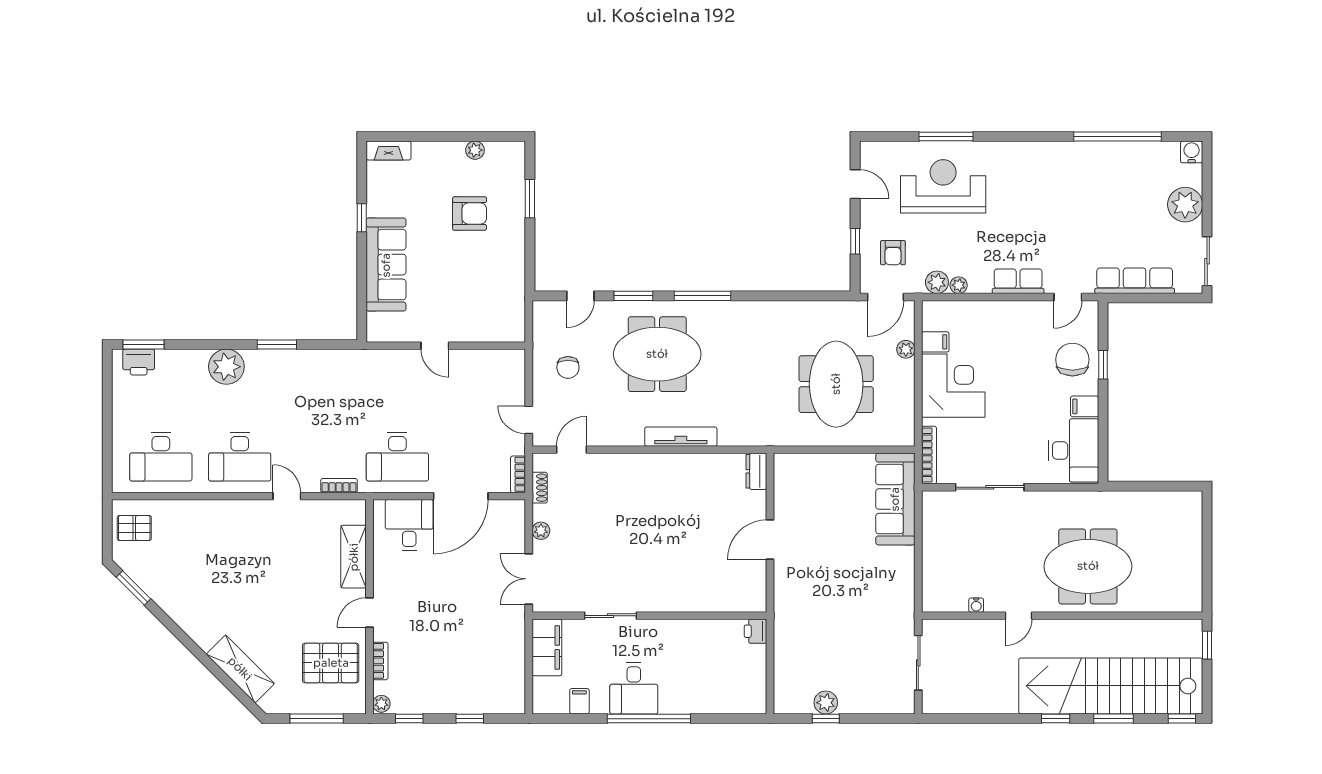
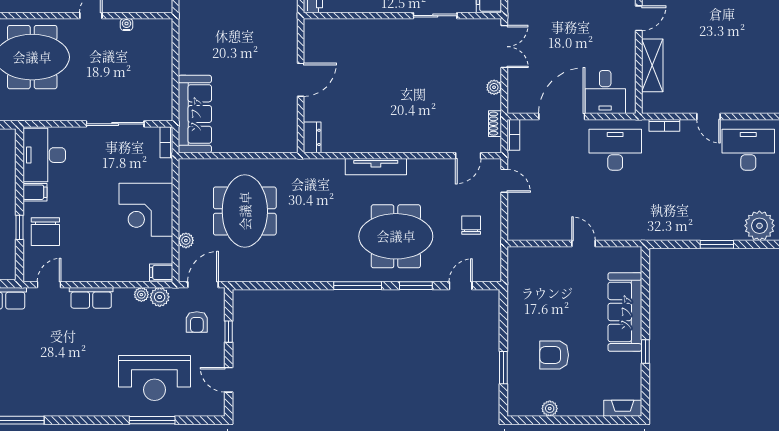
armchair: (893, 253) -> (197, 322), turned 180
filing cabinet: (935, 342) -> (161, 272), moved
bookcase: (929, 455) -> (166, 142), width x0.64

